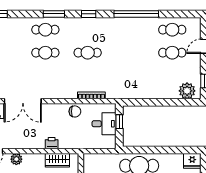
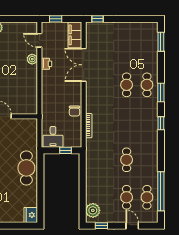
window: (136, 14) -> (161, 191), moved
cafe table: (88, 53) -> (127, 160), moved
desk: (104, 124) -> (53, 137), moved
printer: (52, 143) -> (46, 64), moved
wardrobe: (57, 160) -> (31, 96), removed

